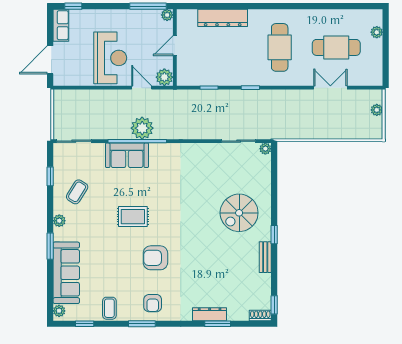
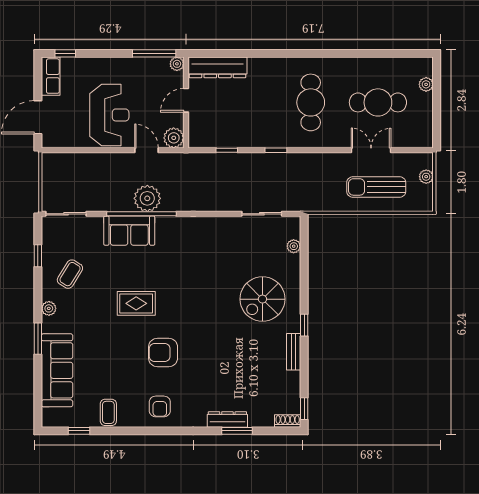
dresser: (223, 18) -> (218, 67), moved
sun lounger: (335, 119) -> (376, 187), added
plant: (265, 149) -> (294, 246), moved
plant: (59, 311) -> (49, 416), removed
window: (142, 324) -> (147, 431), removed

